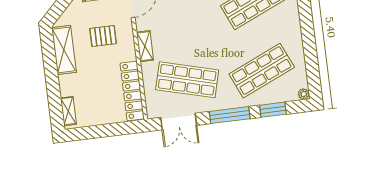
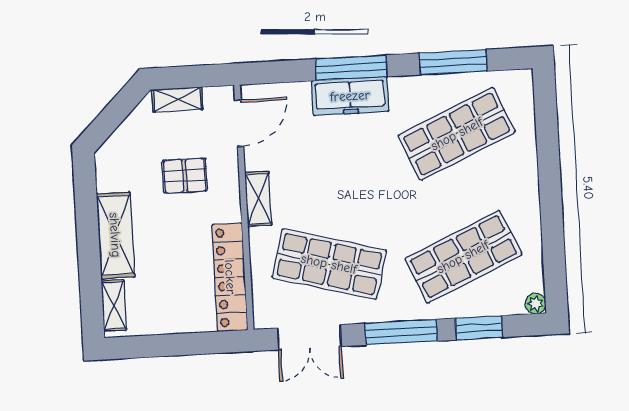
shelving: (64, 50) -> (115, 235), moved

